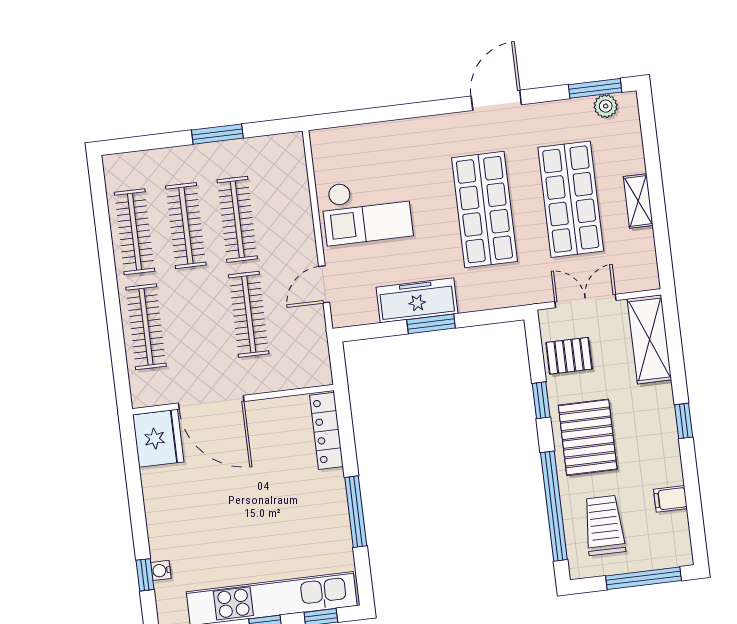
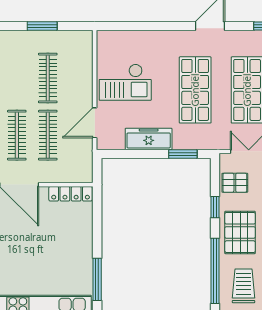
clothes rail: (186, 226) -> (17, 135), moved
door: (324, 284) -> (95, 123), width x1.38
window: (431, 324) -> (183, 154), moved
locker: (326, 431) -> (71, 194), moved, turned -90
window: (356, 512) -> (97, 279), moved

